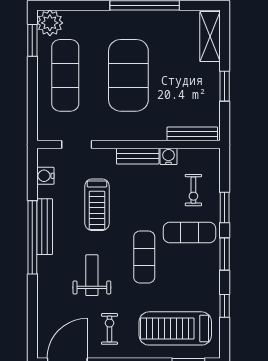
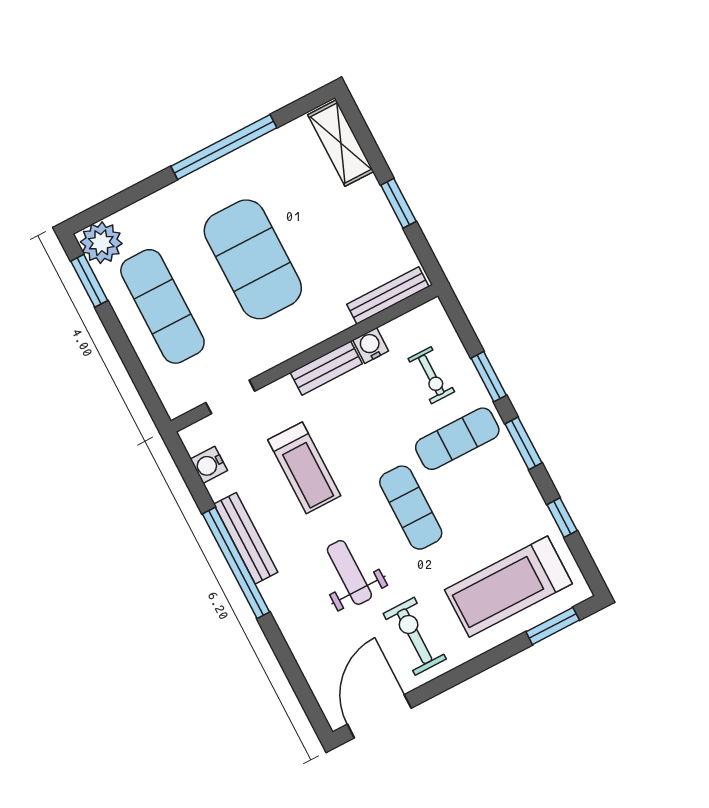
exercise bike: (110, 329) -> (415, 636), width x1.38, depth x1.39

